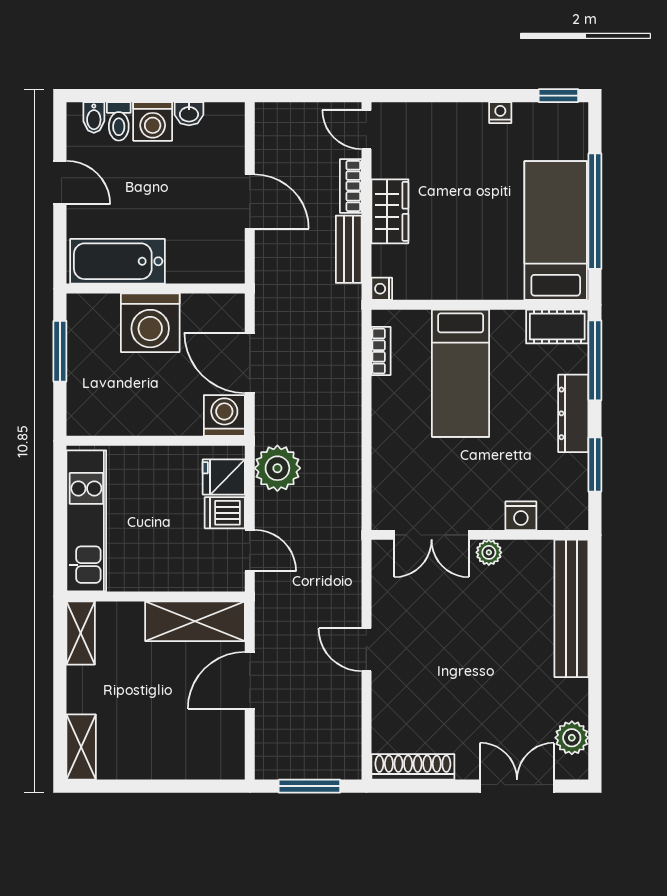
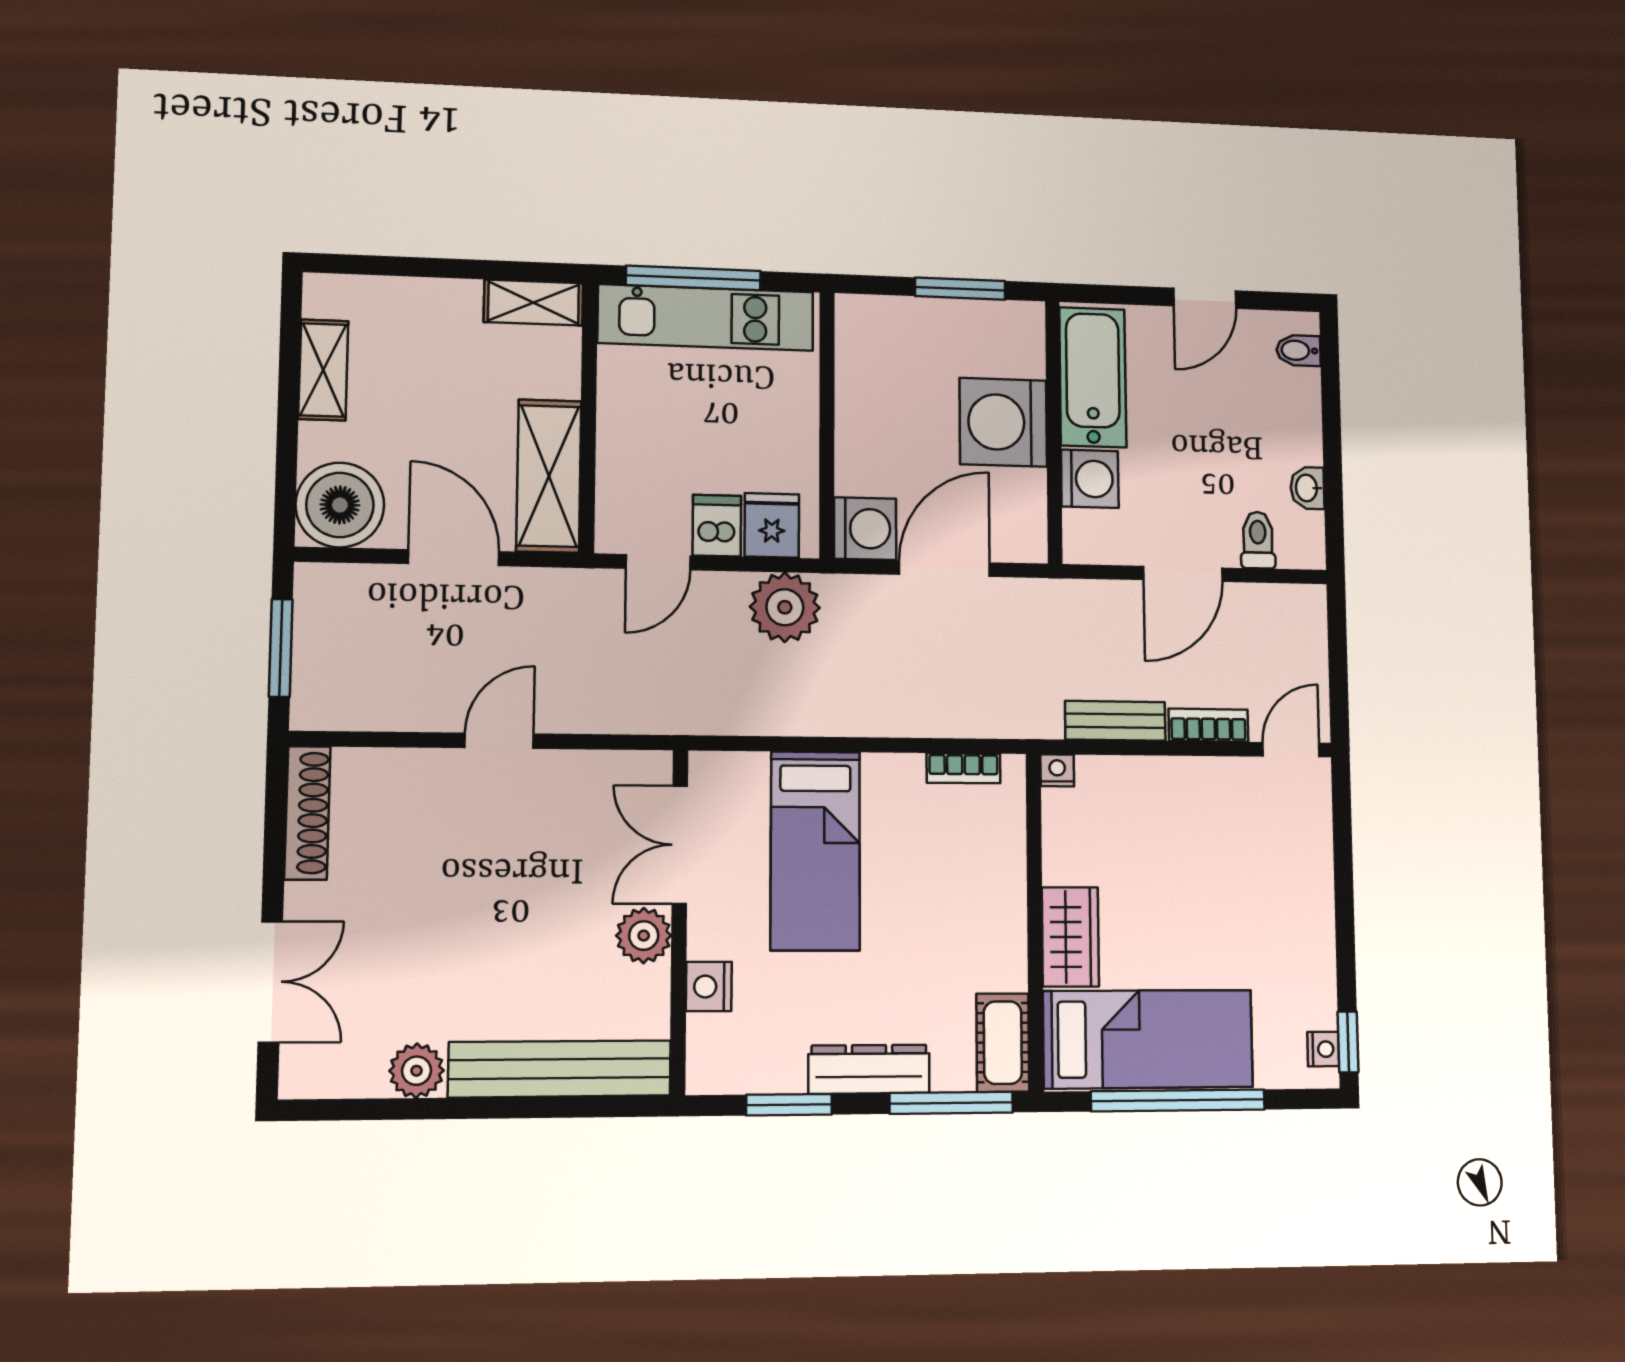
nightstand: (500, 113) -> (1323, 1049), moved
toilet: (119, 121) -> (1258, 540), moved, turned 90
washing machine: (153, 121) -> (1090, 479), moved, turned 180
wardrobe: (390, 211) -> (1070, 937), moved, turned -90
bed: (461, 373) -> (815, 851), moved, turned -90
window: (60, 529) -> (693, 278), added
plant: (489, 552) -> (644, 936), width x1.38, depth x1.38
plant: (572, 738) -> (417, 1071), moved
shelving: (81, 747) -> (323, 370), moved, turned 90
boiler: (217, 752) -> (340, 505), added

